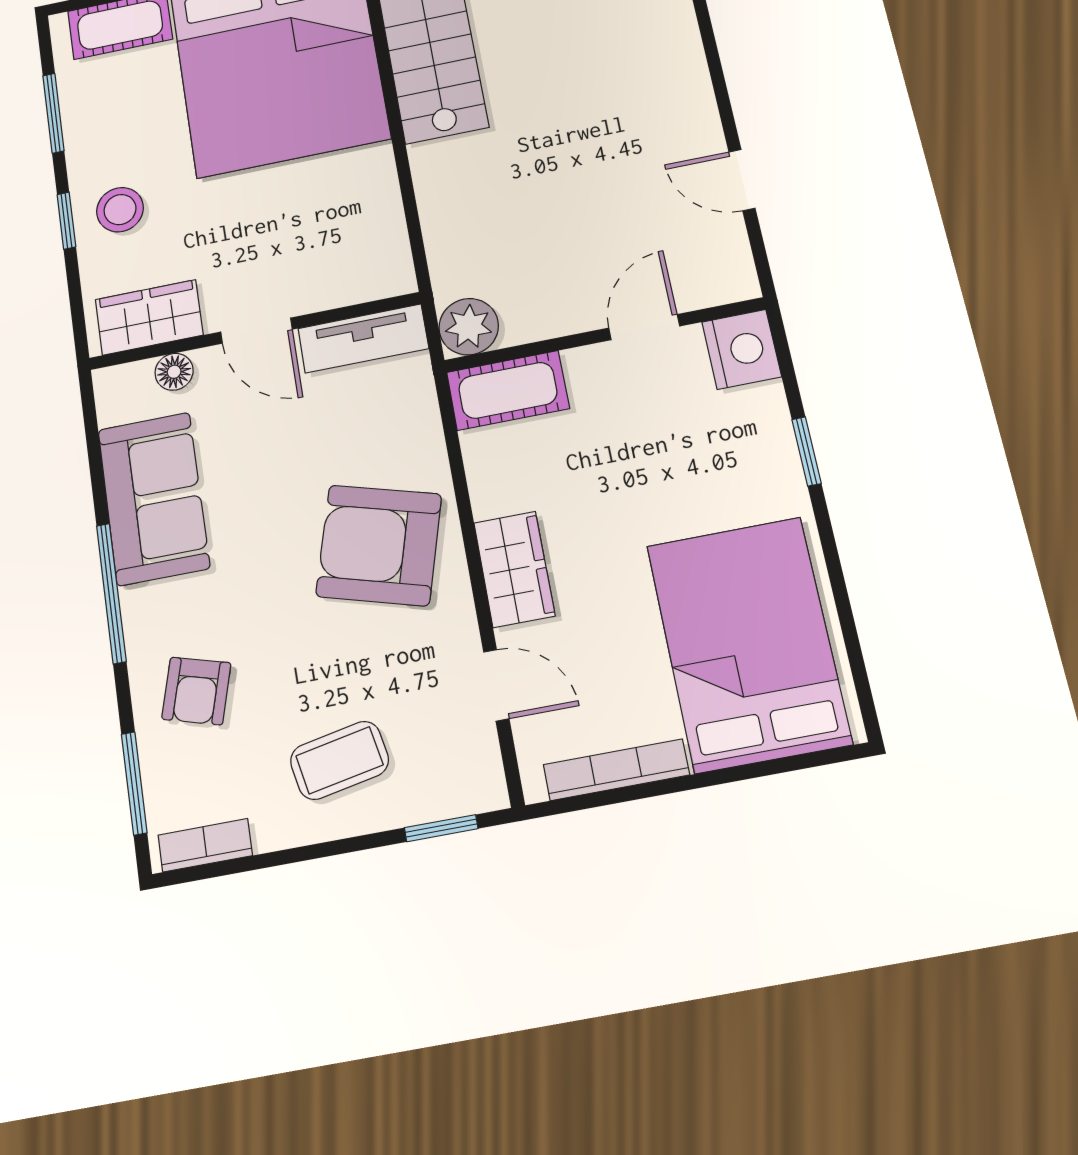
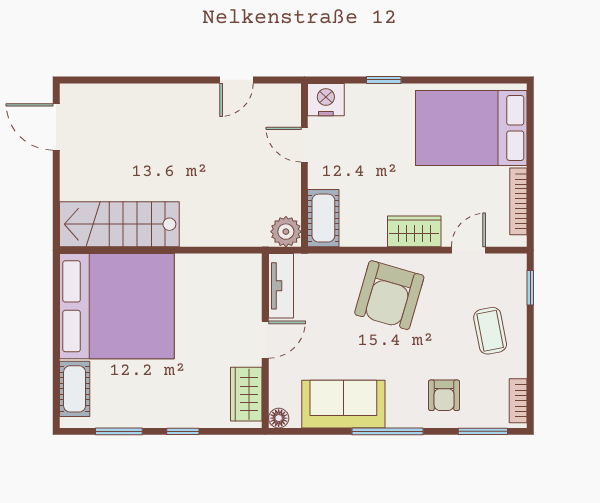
stool: (120, 210) -> (183, 402), removed
floor lamp: (174, 372) -> (279, 418), moved
armchair: (196, 691) -> (444, 395), turned 74

